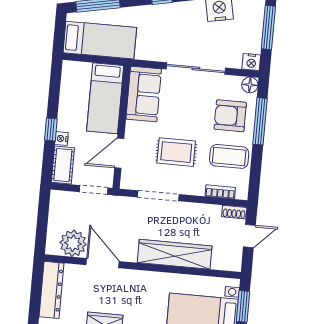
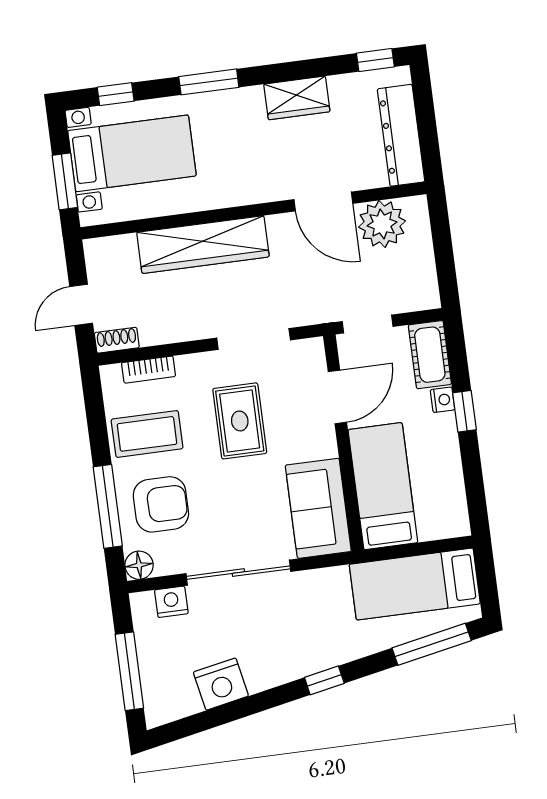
nightstand: (251, 62) -> (171, 602), moved
rug: (176, 152) -> (240, 421), turned 90

